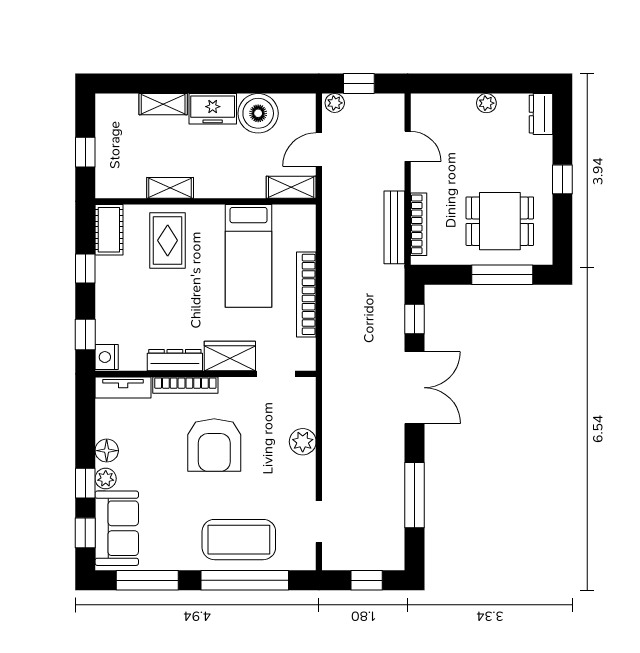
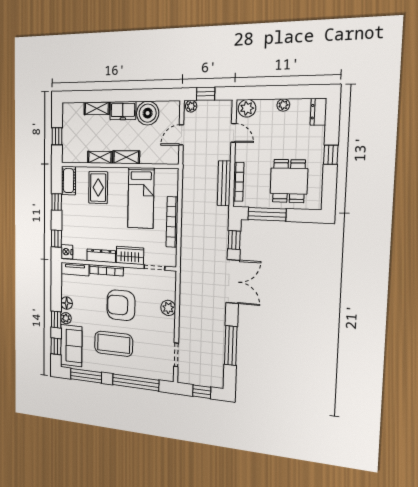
plant: (429, 107) -> (247, 108), added
shelving: (291, 187) -> (126, 157), moved
dining table: (500, 221) -> (289, 181), turned 90
window: (502, 275) -> (267, 214), moved
armchair: (214, 445) -> (121, 305), turned 90
coffee table: (239, 540) -> (114, 344), moved

